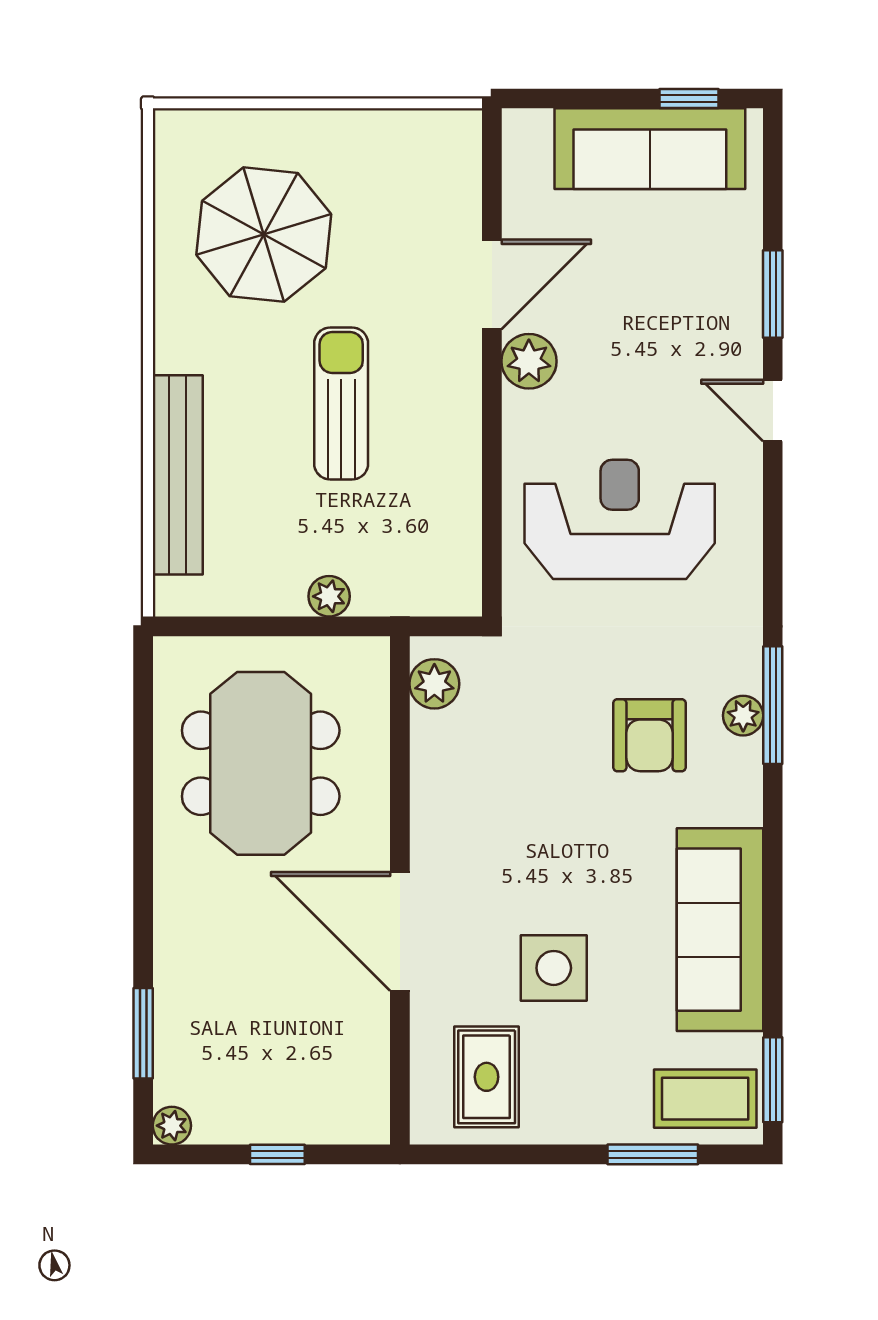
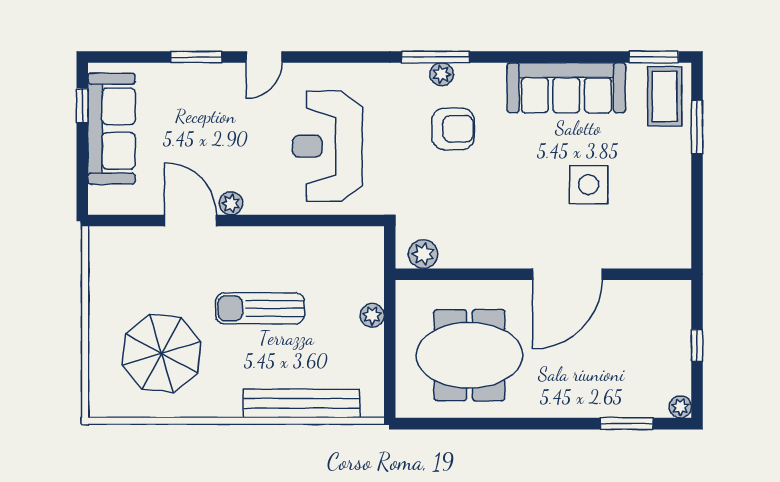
plant: (529, 361) -> (231, 203), width x0.73, depth x0.73
rug: (487, 1077) -> (652, 224), removed

